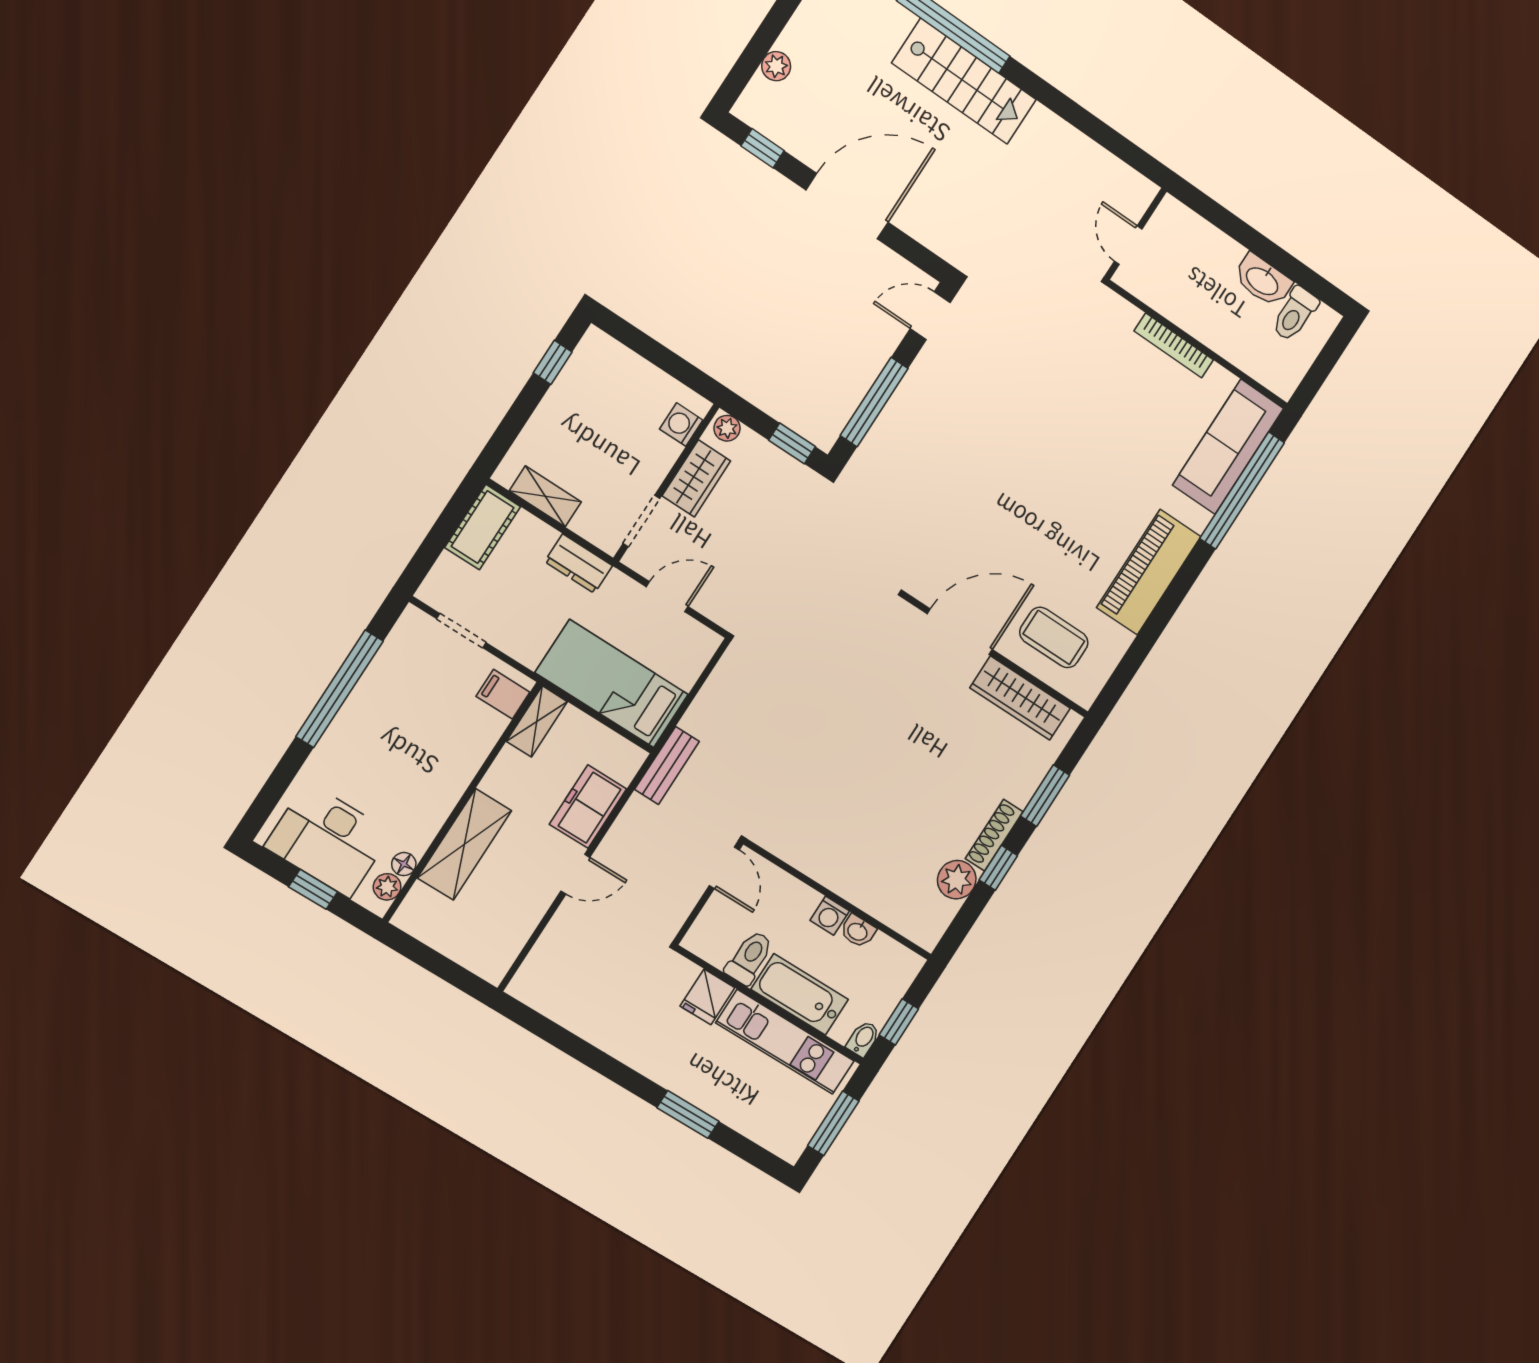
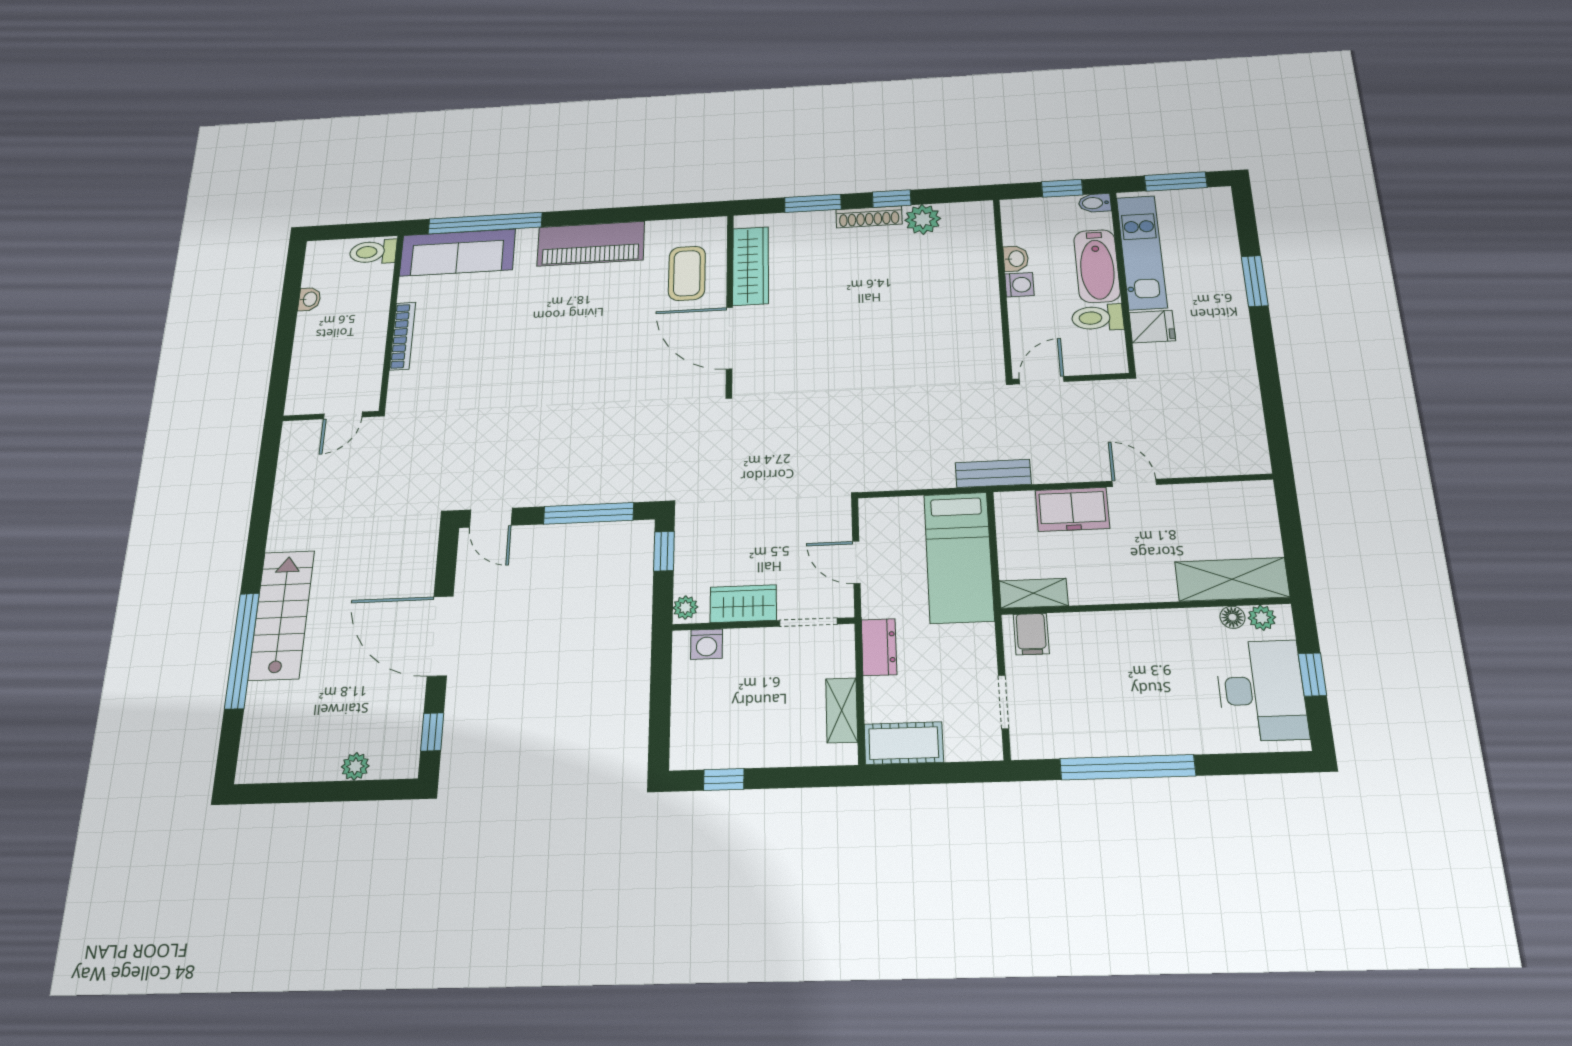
washbasin: (1263, 280) -> (309, 299), width x0.52, depth x0.69
toilet: (1295, 314) -> (373, 252), moved, turned 180
shelving: (464, 844) -> (1232, 579), moved

